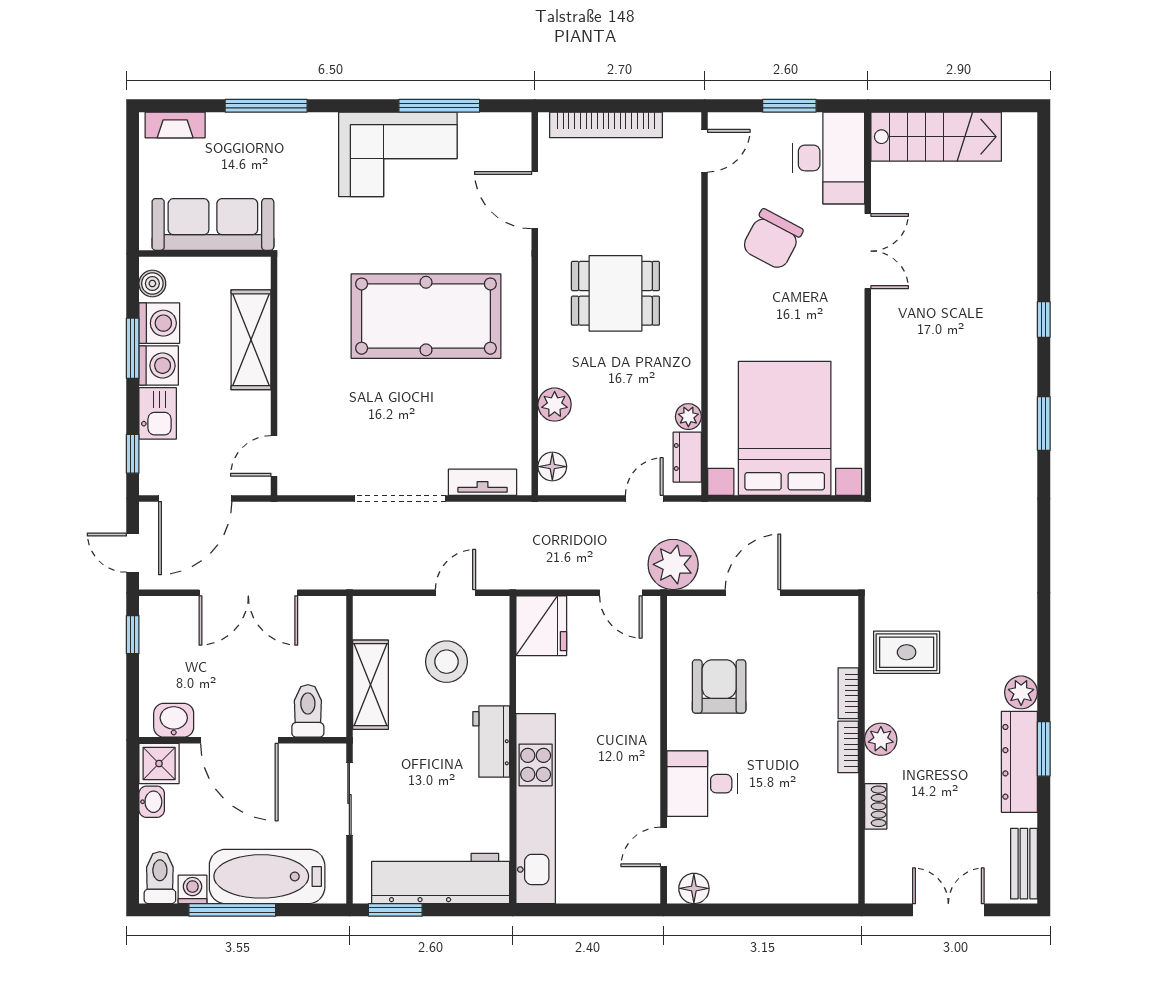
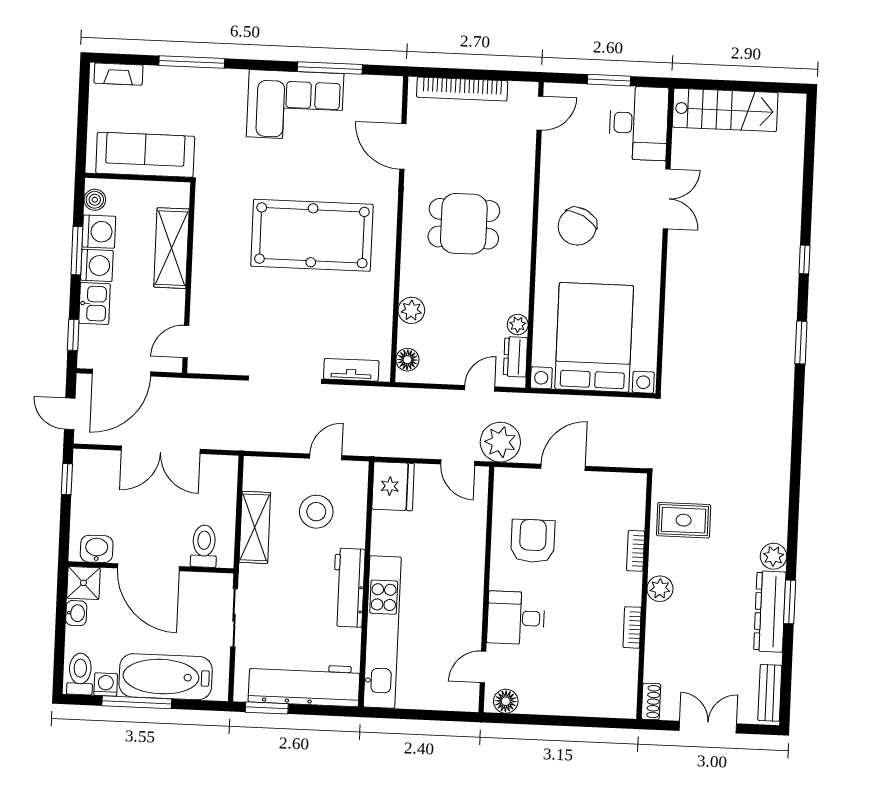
chair: (772, 239) -> (577, 226), moved
workbench: (491, 742) -> (349, 588), width x1.38
bookcase: (848, 747) -> (632, 627), moved
shoe rack: (876, 806) -> (651, 702), moved

